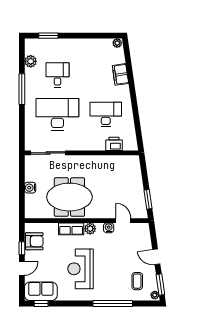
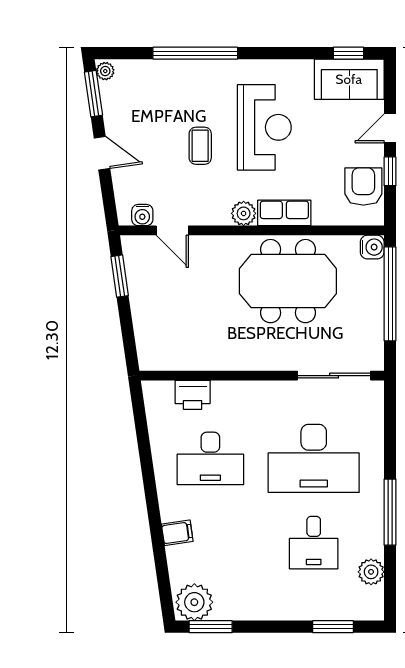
window: (106, 36) -> (211, 627), added
plant: (117, 43) -> (194, 602), width x1.88, depth x1.88
filing cabinet: (120, 74) -> (177, 533), width x0.50
water cooler: (30, 188) -> (372, 247), moved
window: (22, 191) -> (390, 294), added
water cooler: (109, 228) -> (142, 215), moved
armchair: (34, 241) -> (363, 187), turned 90
coffee table: (137, 281) -> (200, 146), moved

